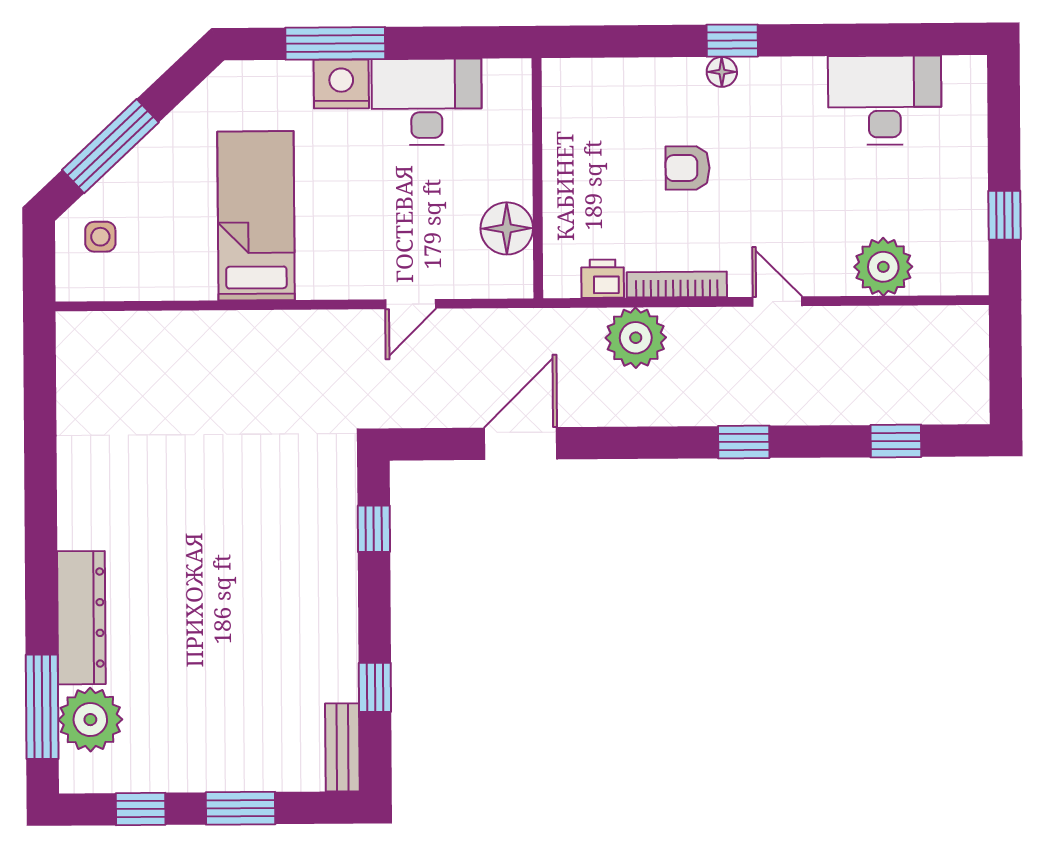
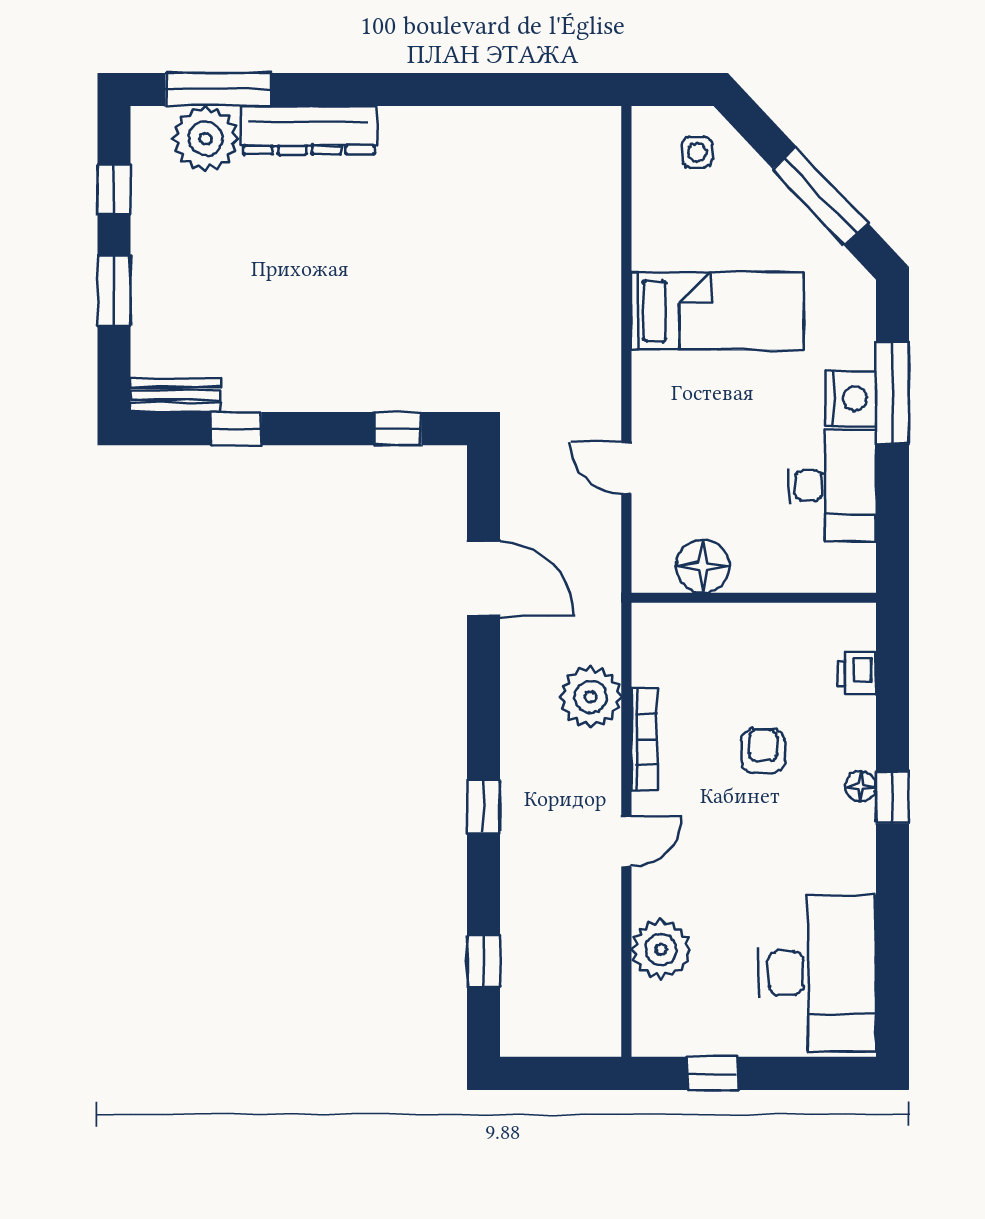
desk: (885, 100) -> (817, 973), width x1.36, depth x1.30
window: (110, 146) -> (820, 196), moved
printer: (603, 279) -> (857, 674), moved, turned 180

